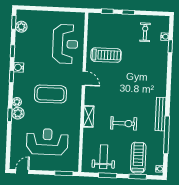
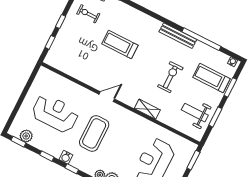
reception desk: (65, 44) -> (55, 113), moved
treadmill: (106, 55) -> (120, 45), moved, turned -90
coffee table: (50, 94) -> (94, 133), moved

